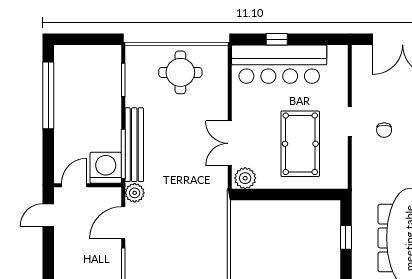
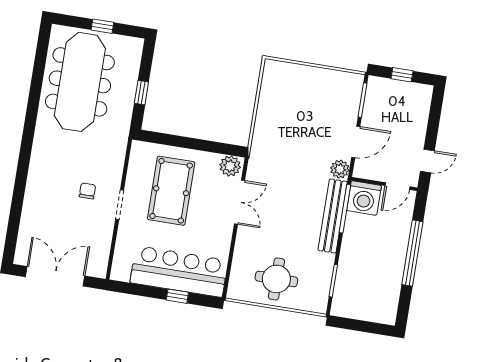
window: (48, 95) -> (412, 253), moved

